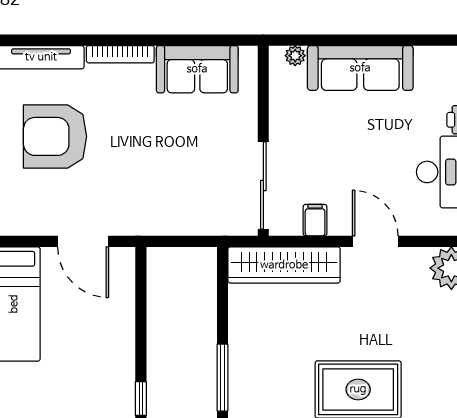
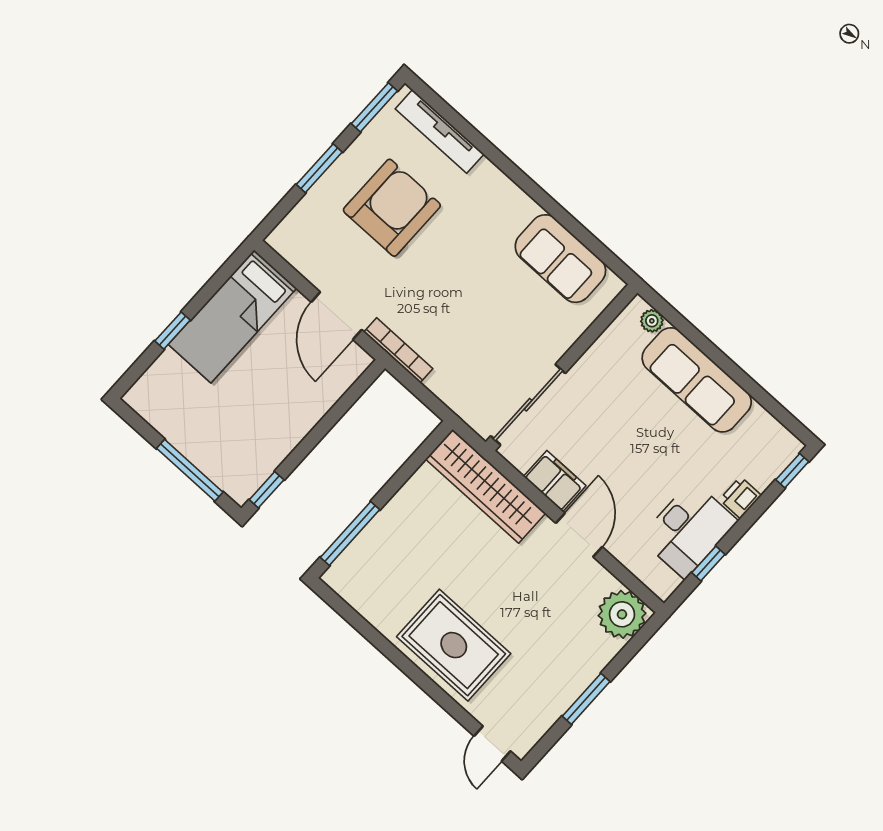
bookcase: (120, 54) -> (398, 350), moved, turned 180
armchair: (55, 136) -> (392, 208), turned 90
filing cabinet: (315, 220) -> (555, 481), width x2.00

